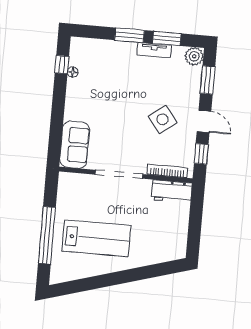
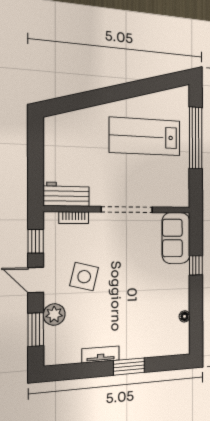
window: (167, 38) -> (88, 370), removed
plant: (194, 56) -> (54, 314), moved
window: (62, 65) -> (196, 265), moved
side table: (163, 119) -> (84, 277), turned -38
bookcase: (167, 171) -> (74, 218), width x0.64

